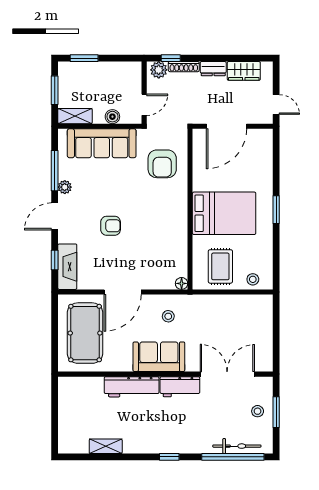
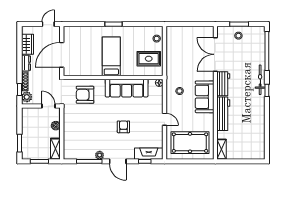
door: (226, 126) -> (62, 55), swing flipped
sofa: (102, 143) -> (127, 88), moved, turned 90
armchair: (162, 164) -> (85, 95), turned 180
bed: (224, 213) -> (111, 56), width x0.67
door: (123, 292) -> (165, 119), width x0.53
shelving: (106, 446) -> (222, 149), moved
bicycle: (237, 446) -> (260, 80), moved

